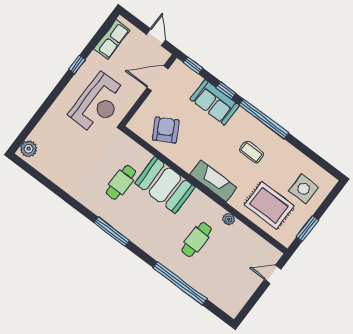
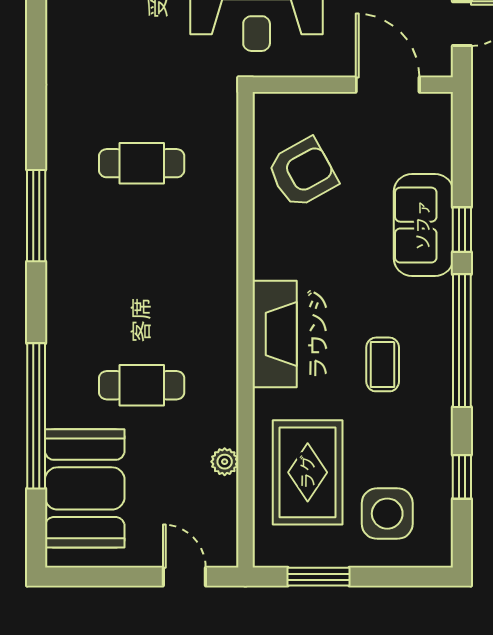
window: (193, 65) -> (462, 477), moved
booth: (165, 185) -> (85, 488), moved
plant: (229, 219) -> (225, 462), moved

